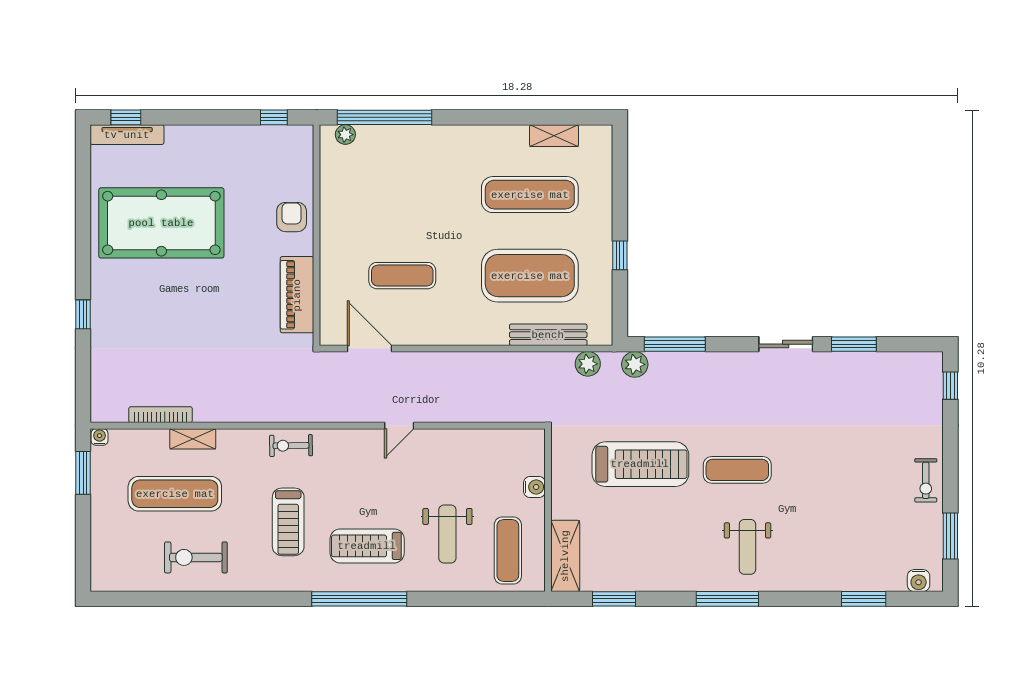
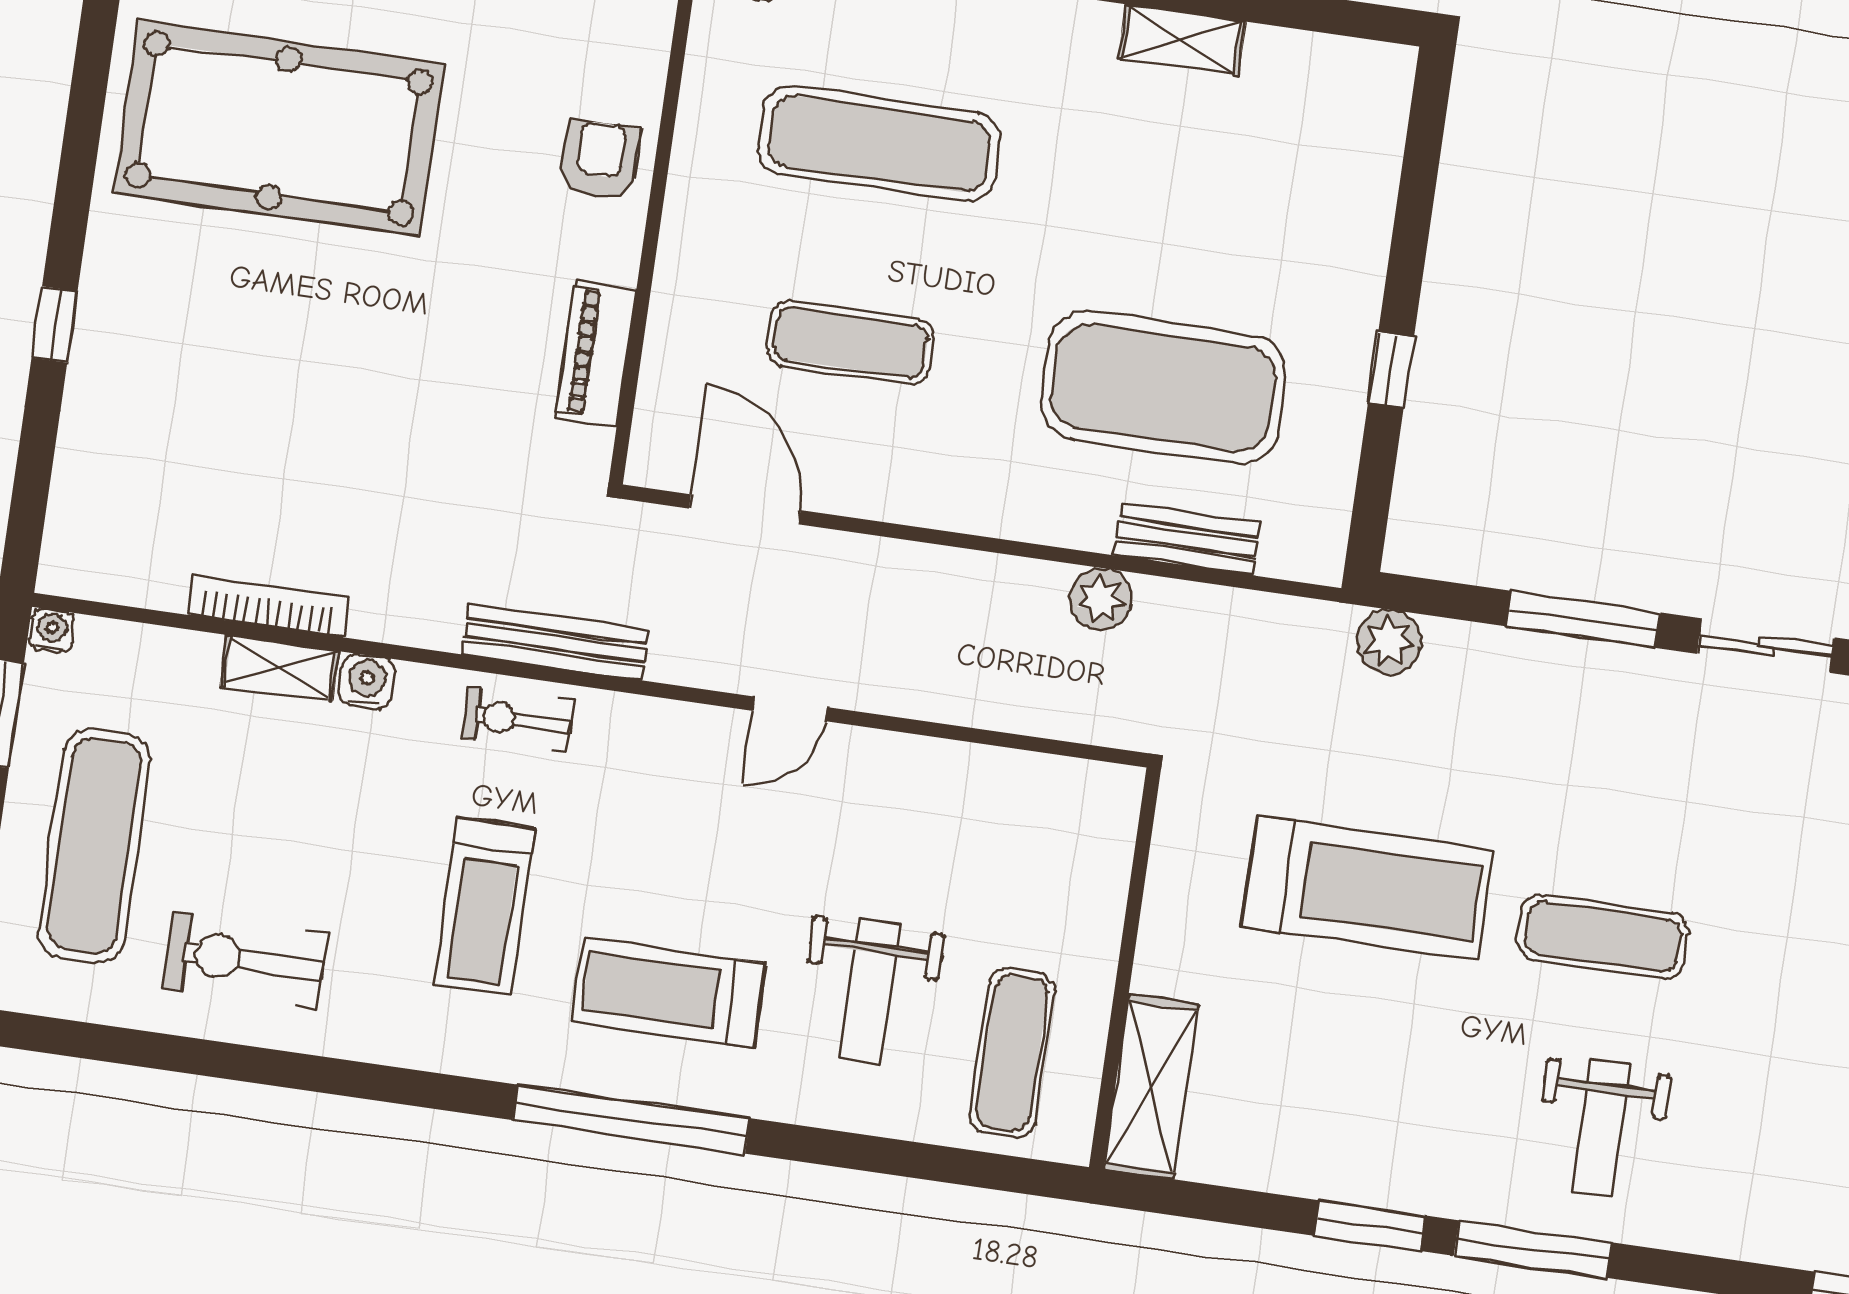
shelving: (554, 136) -> (1182, 40), moved
exercise mat: (530, 195) -> (879, 144), moved
piano: (297, 295) -> (596, 353), width x0.73, depth x0.75
bench: (548, 335) -> (1187, 539), width x0.73
window: (675, 344) -> (1583, 619), moved
plant: (588, 364) -> (1101, 599), moved
bench: (302, 412) -> (555, 642), added
bookcase: (161, 415) -> (269, 606), moved
water cooler: (534, 487) -> (367, 682), moved, turned -90
exercise mat: (175, 494) -> (94, 846), moved, turned 90
window: (614, 599) -> (1370, 1226), moved

